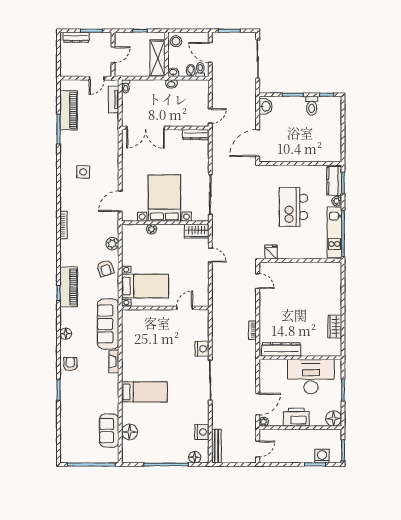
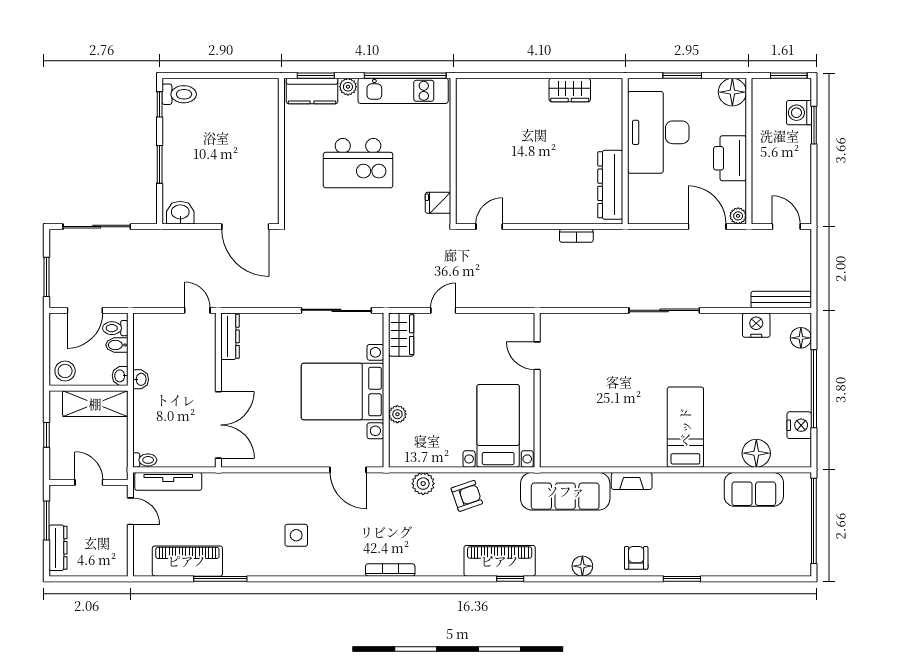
tv unit: (114, 100) -> (168, 481), width x1.41
toilet: (312, 106) -> (179, 94), moved
nightstand: (202, 349) -> (799, 425), moved, turned 90
armchair: (70, 364) -> (636, 558), turned 90

